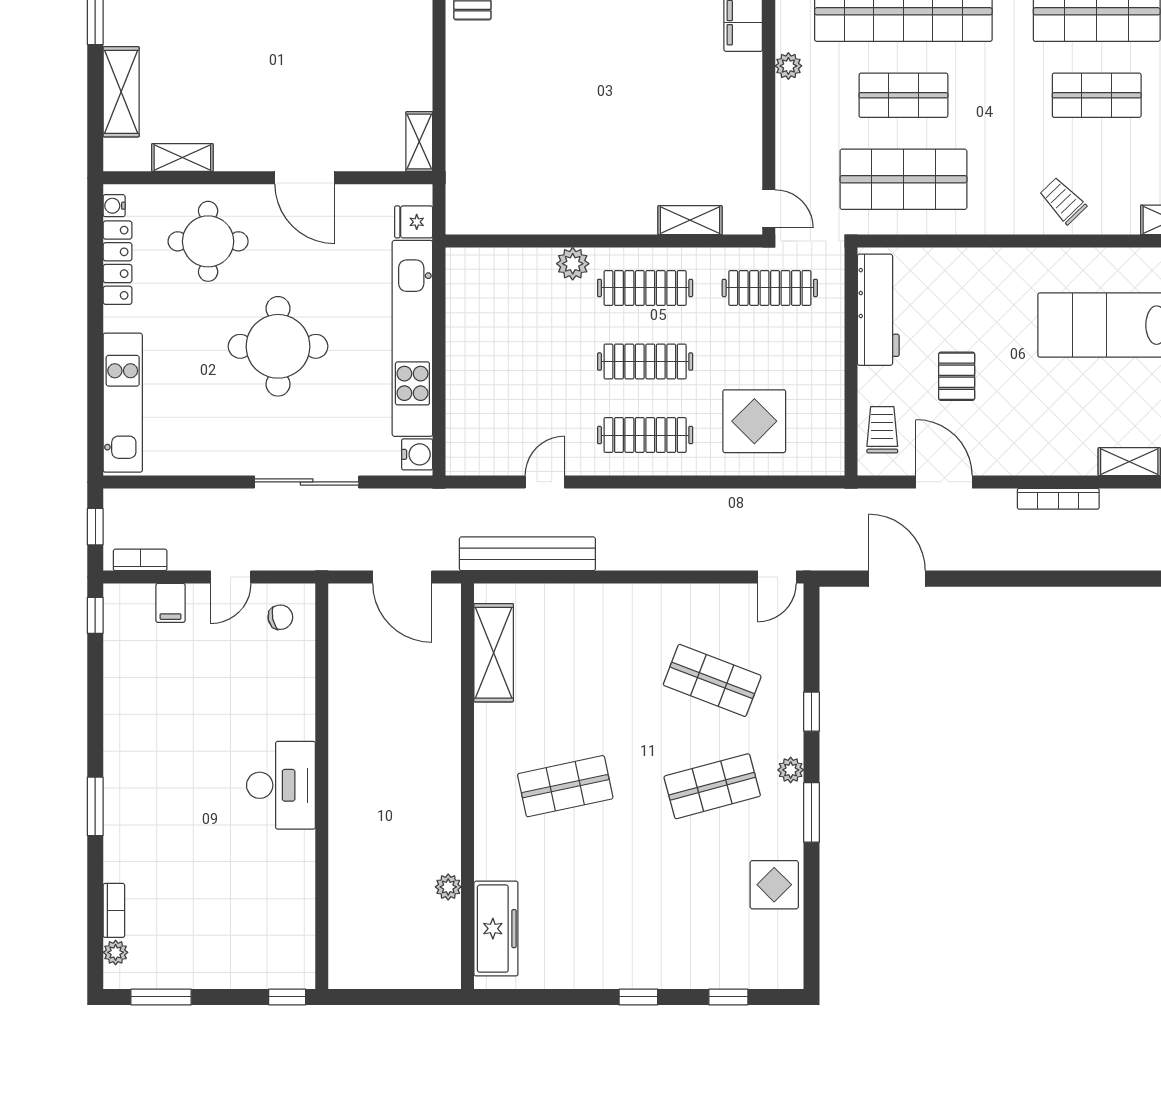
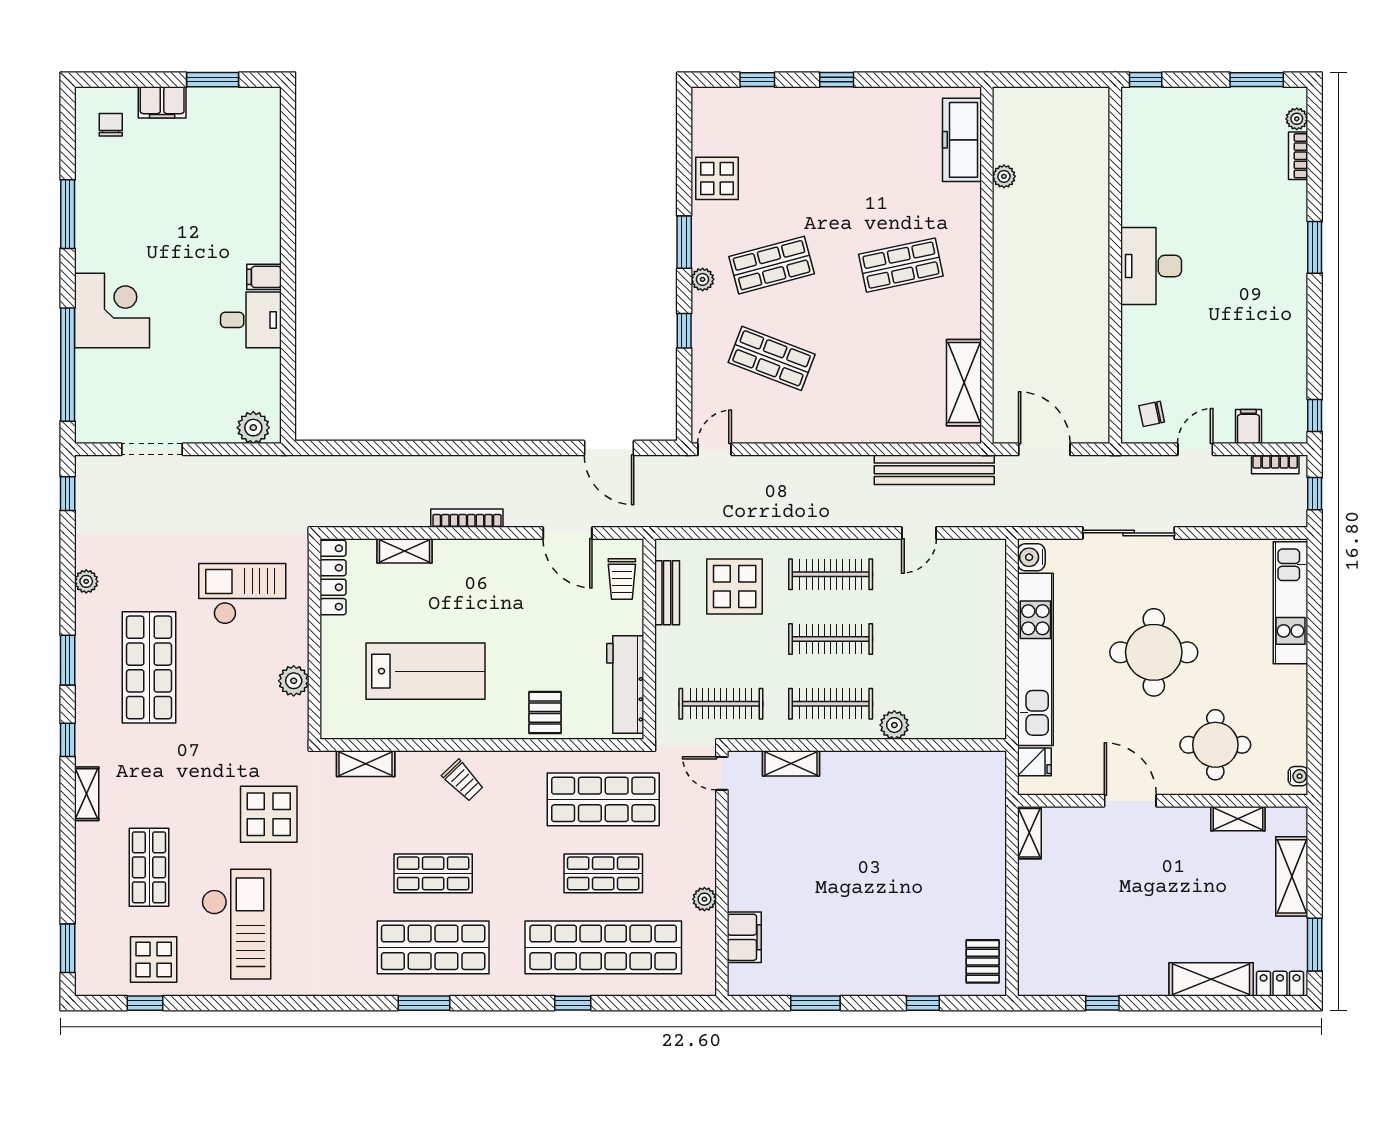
locker: (117, 263) -> (1295, 726), removed
pallet: (957, 376) -> (545, 713), moved
bench: (831, 414) -> (667, 593), added

